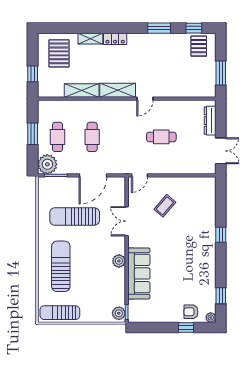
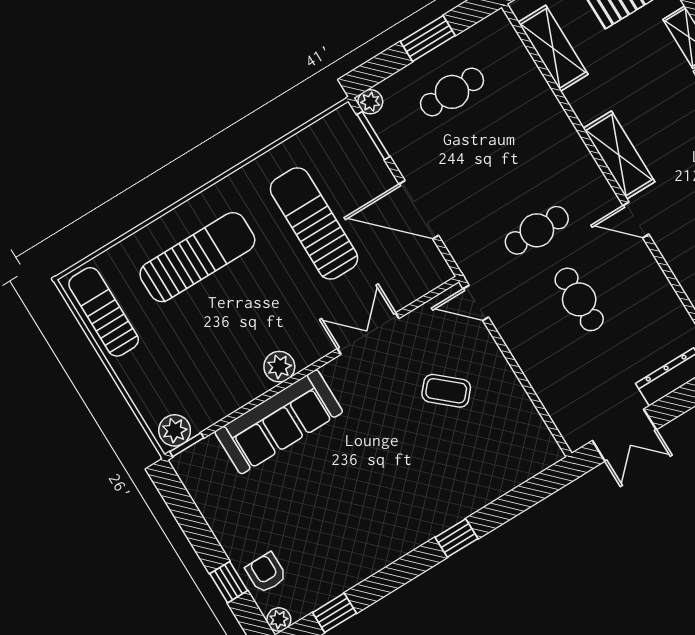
shelving: (82, 90) -> (553, 48), moved
cafe table: (92, 137) -> (537, 230), moved
plant: (47, 164) -> (370, 102), width x0.53, depth x0.53

